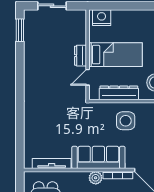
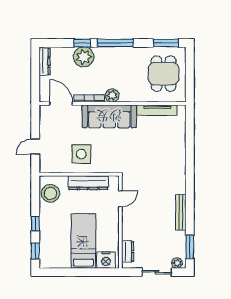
plant: (32, 15) -> (177, 263), added
bed: (116, 55) -> (83, 241), moved, turned 90
dresser: (80, 56) -> (128, 251), moved
bench: (29, 64) -> (181, 212), added

